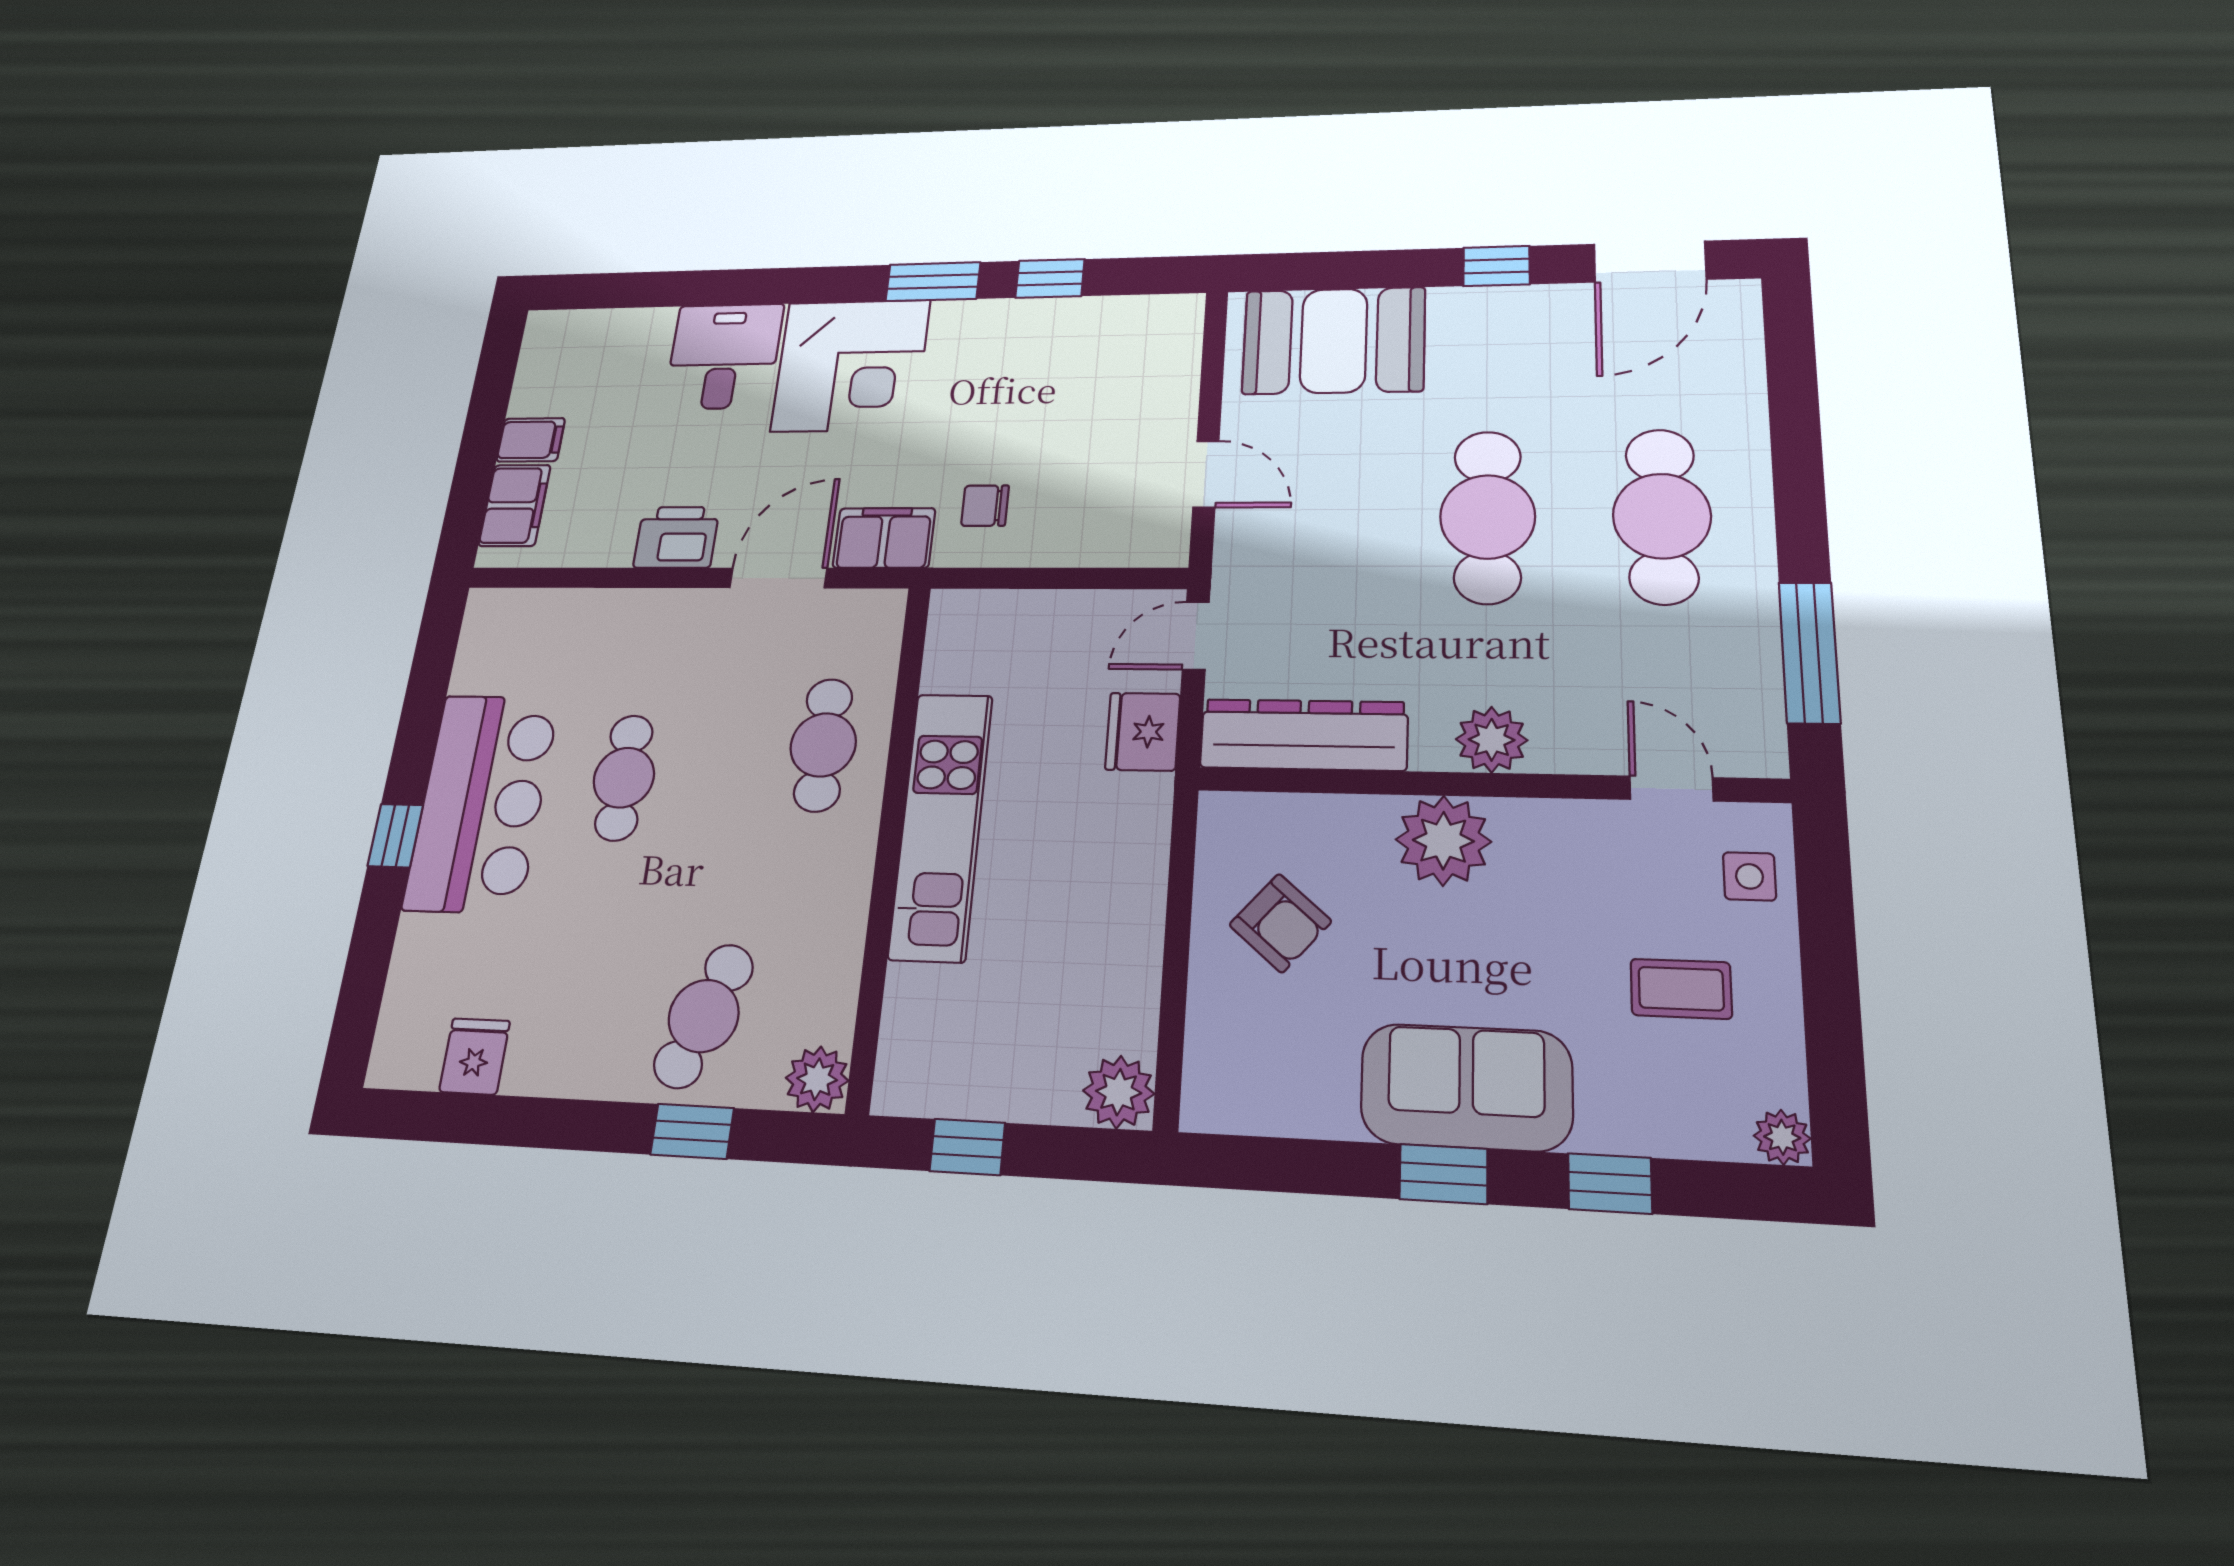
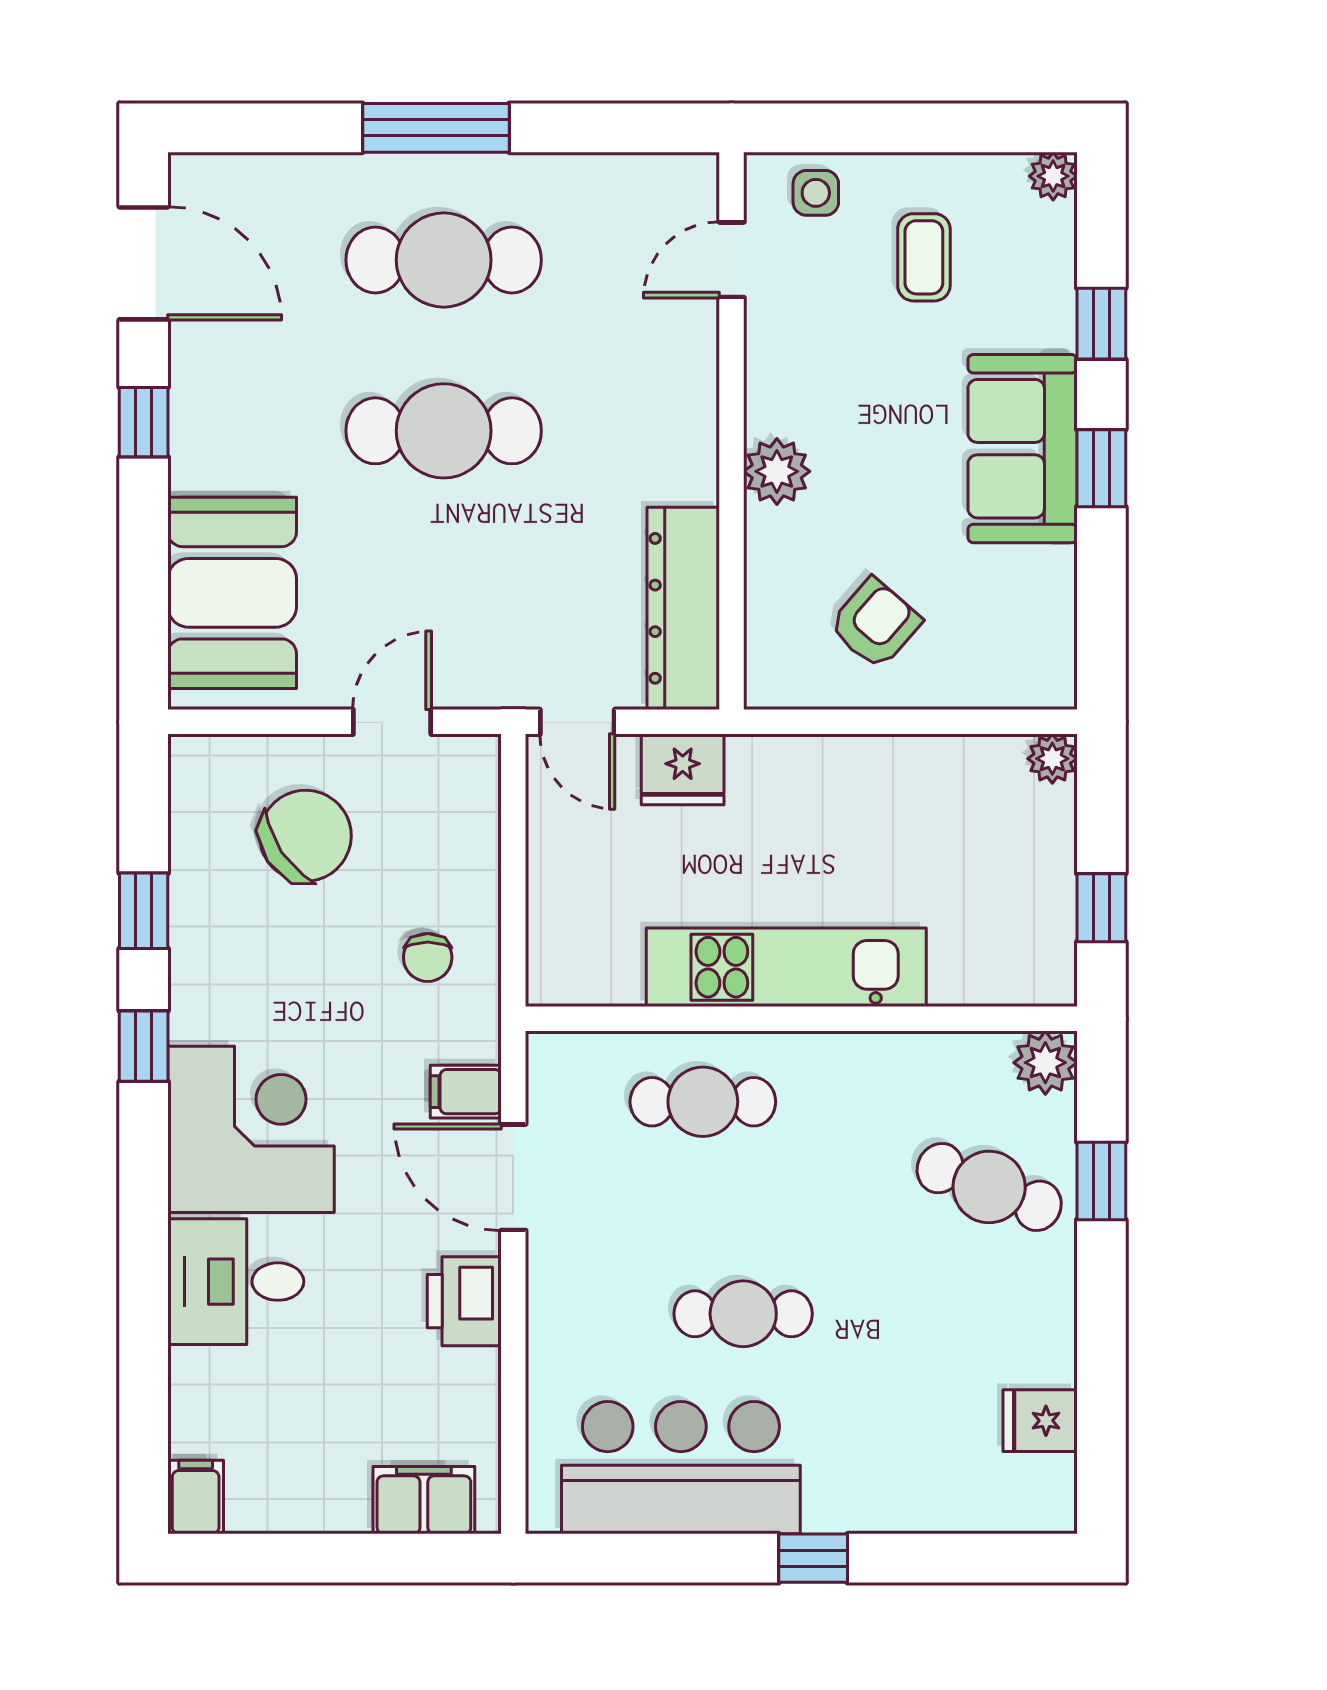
window: (933, 282) -> (144, 1046), width x0.67
chair: (1105, 404) -> (306, 836), added
filing cabinet: (531, 440) -> (196, 1497), moved
filing cabinet: (884, 538) -> (466, 1092), width x0.50
window: (1809, 652) -> (436, 128), moved
plant: (1492, 740) -> (685, 426), removed
bar counter: (482, 803) -> (681, 1468), moved
plant: (1443, 841) -> (777, 471), width x0.73, depth x0.73
plant: (1119, 1092) -> (1052, 759), width x0.73, depth x0.73

